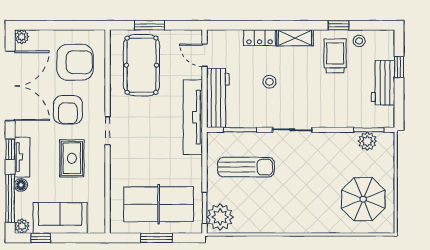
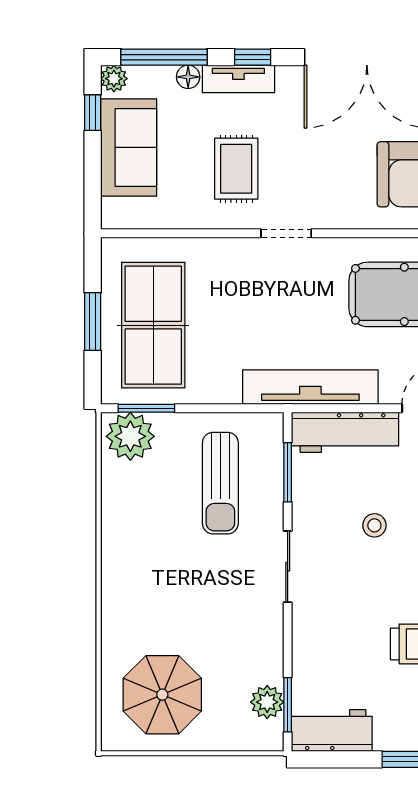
workbench: (383, 83) -> (332, 730), moved
armchair: (68, 110) -> (324, 162), removed
rug: (72, 158) -> (236, 169), turned 90

